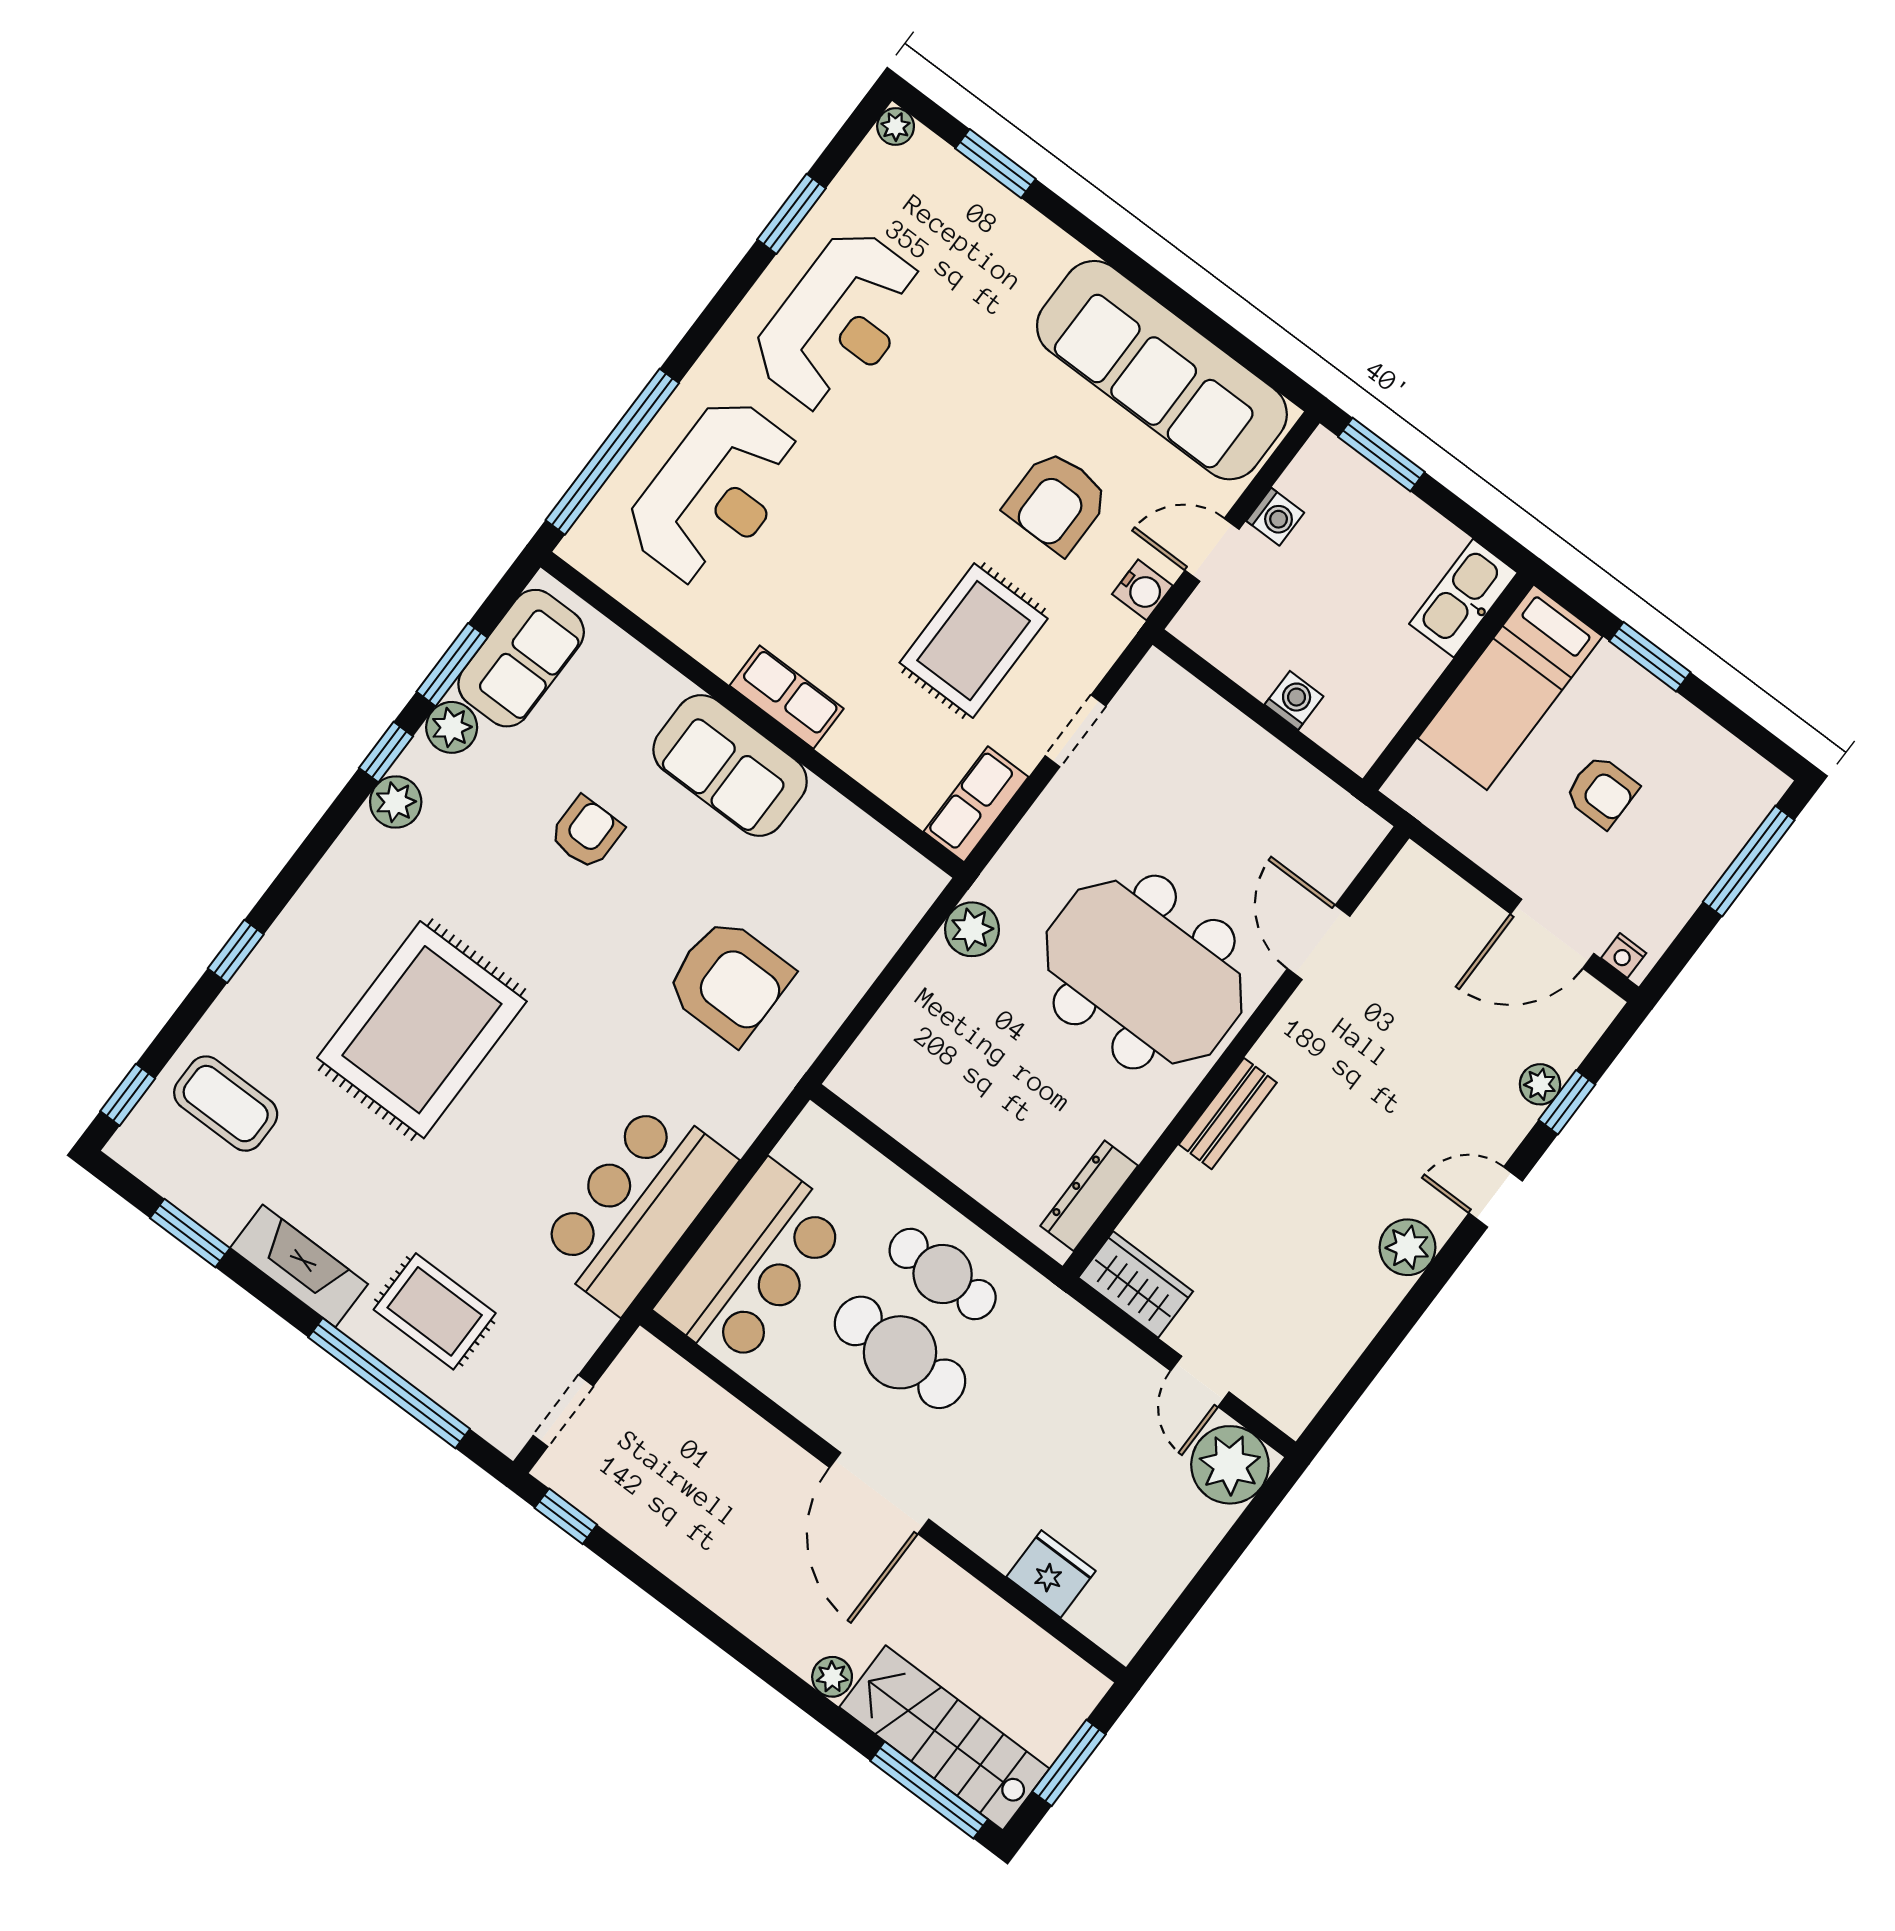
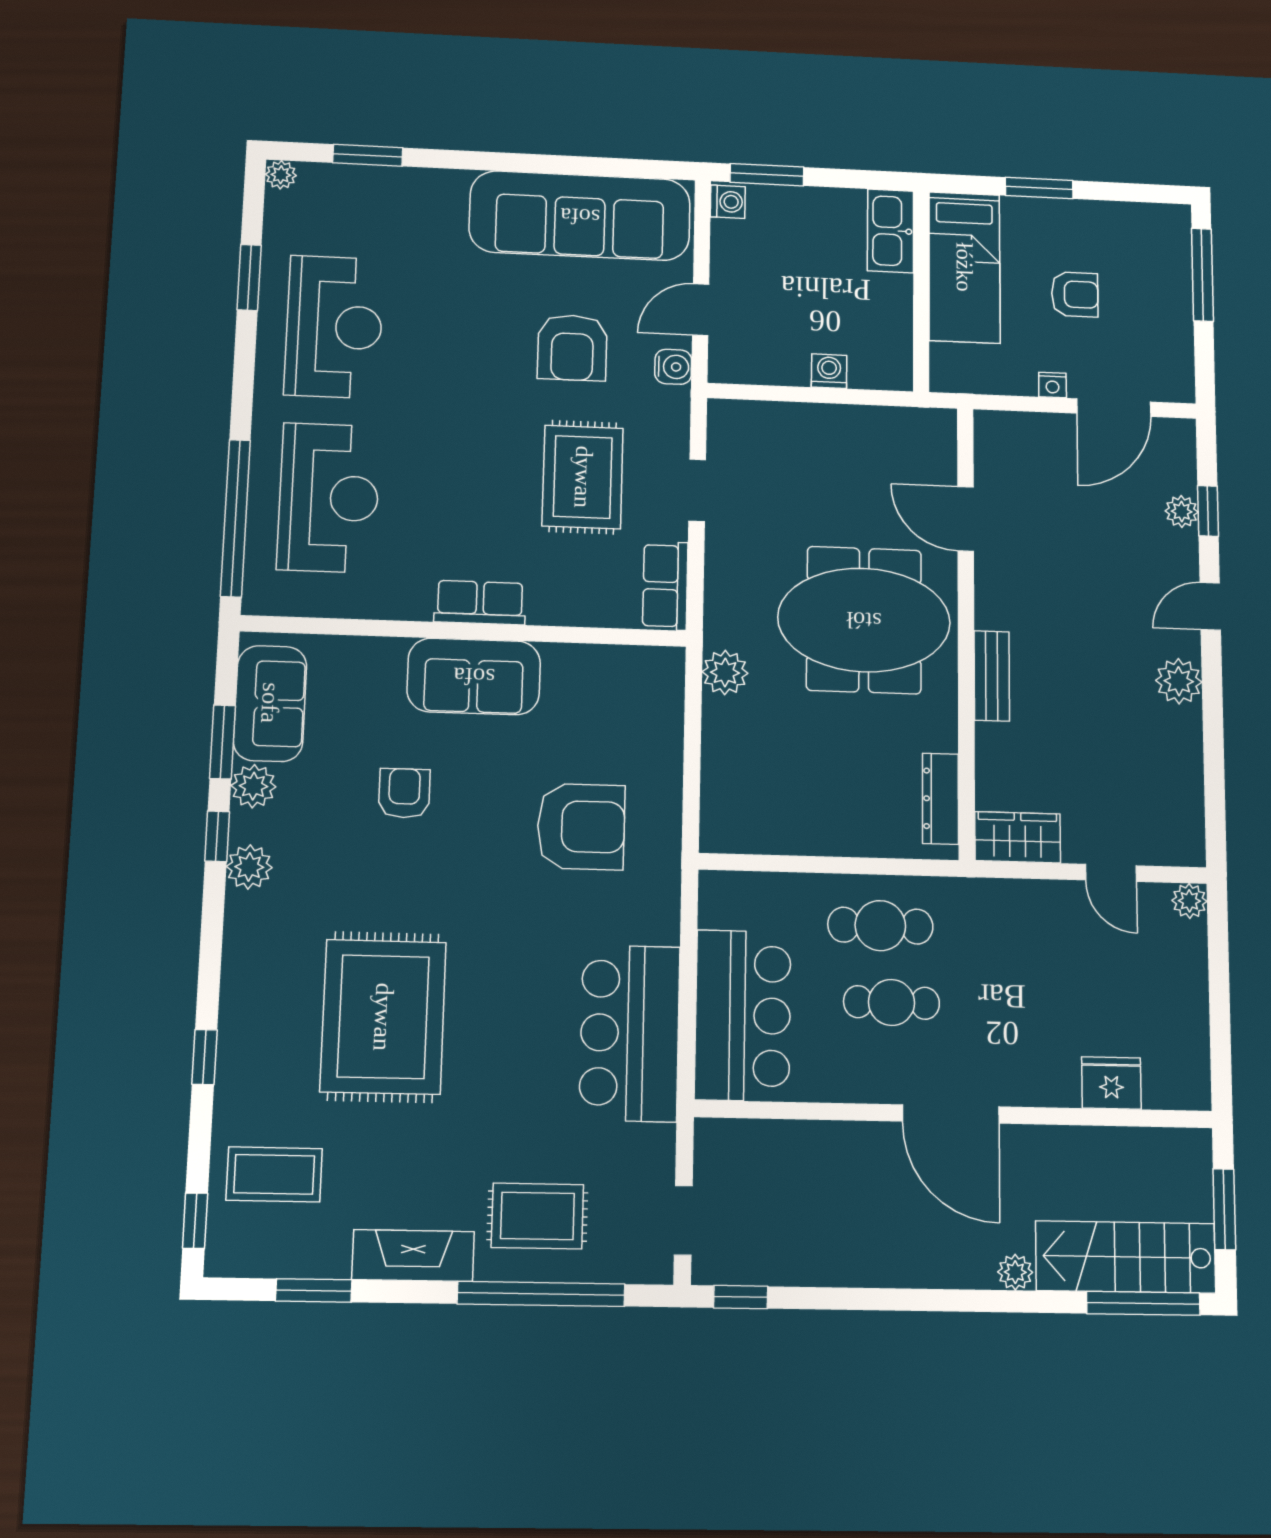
washing machine: (1275, 517) -> (728, 202), moved
nightstand: (1624, 956) -> (1052, 385), moved
cafe table: (900, 1352) -> (891, 1002), width x0.73, depth x0.74
plant: (1230, 1465) -> (1189, 901), width x0.53, depth x0.53

